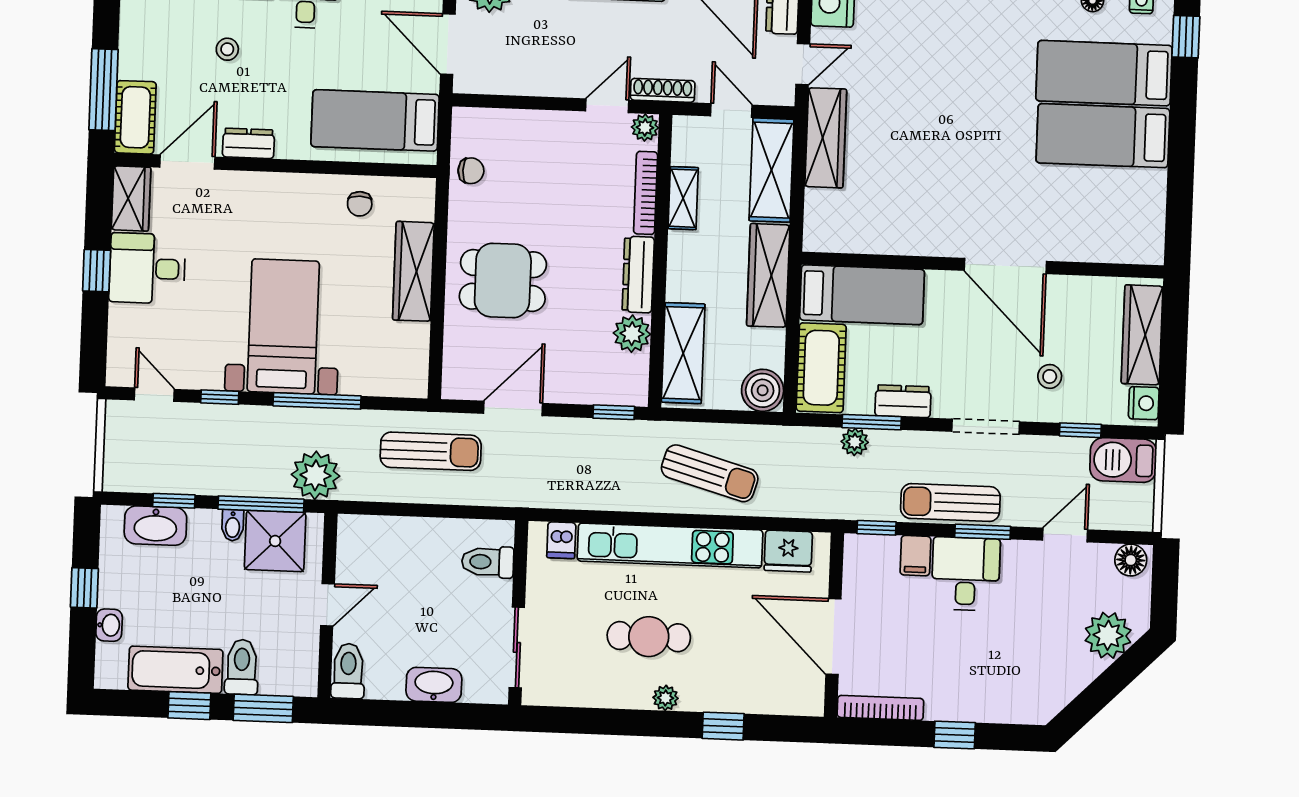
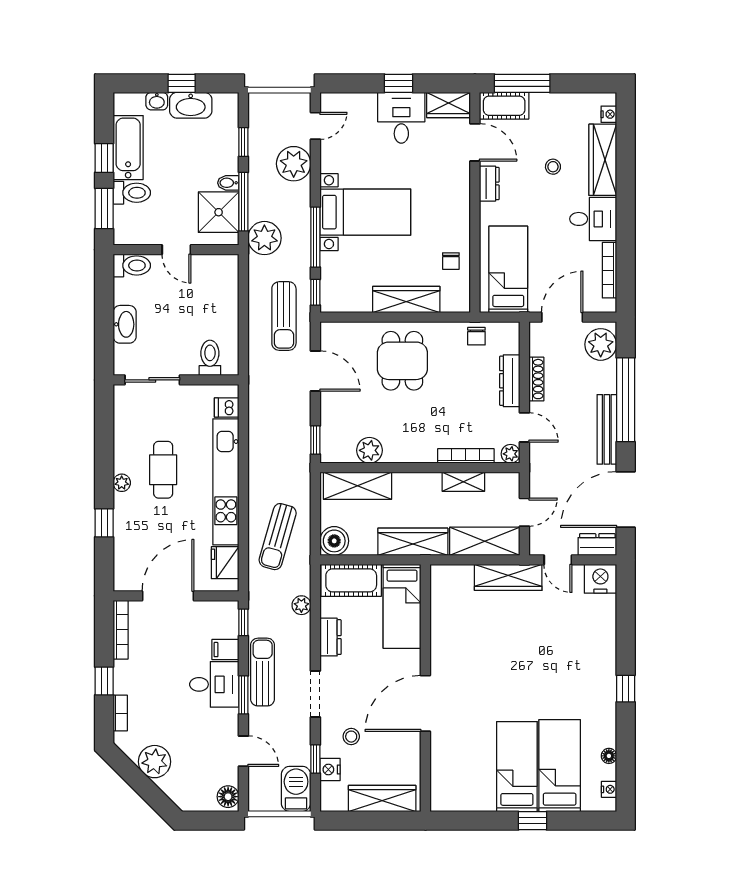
window: (1186, 37) -> (533, 821), moved
shoe rack: (663, 90) -> (536, 379), moved
chair: (360, 204) -> (451, 261), turned -90
dresser: (638, 275) -> (510, 381), moved, turned -90
window: (220, 397) -> (315, 292), moved
nightstand: (1144, 403) -> (330, 770), moved, turned 90
window: (872, 422) -> (315, 616), removed
plant: (208, 428) -> (294, 164), added
sun lounger: (710, 473) -> (278, 537), moved
washbasin: (155, 526) -> (191, 105), moved, turned -90
plant: (1108, 635) -> (155, 762), moved
bookcase: (1002, 713) -> (120, 713), added

